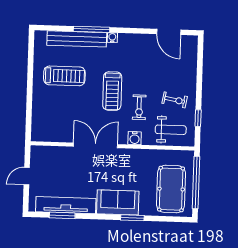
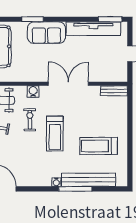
treadmill: (112, 91) -> (55, 134), turned 180
bench: (45, 136) -> (114, 91), added
double door: (95, 145) -> (68, 84), swing flipped
window: (62, 215) -> (110, 19), moved

